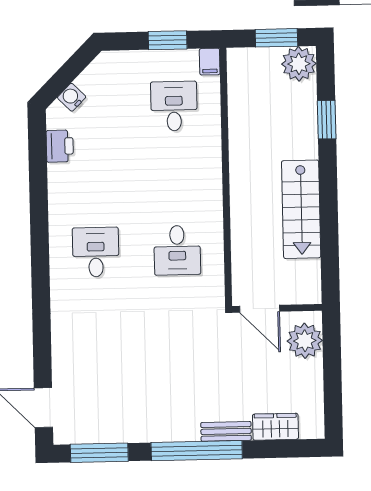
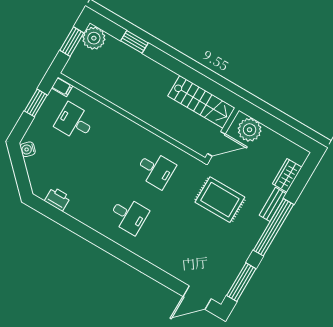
water cooler: (72, 97) -> (28, 149), moved
stairs: (301, 209) -> (201, 102), moved
desk: (96, 252) -> (129, 215), turned 180
rug: (190, 358) -> (220, 200), added

